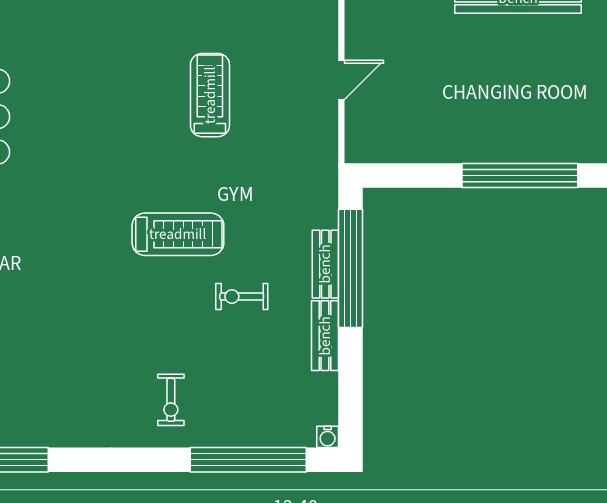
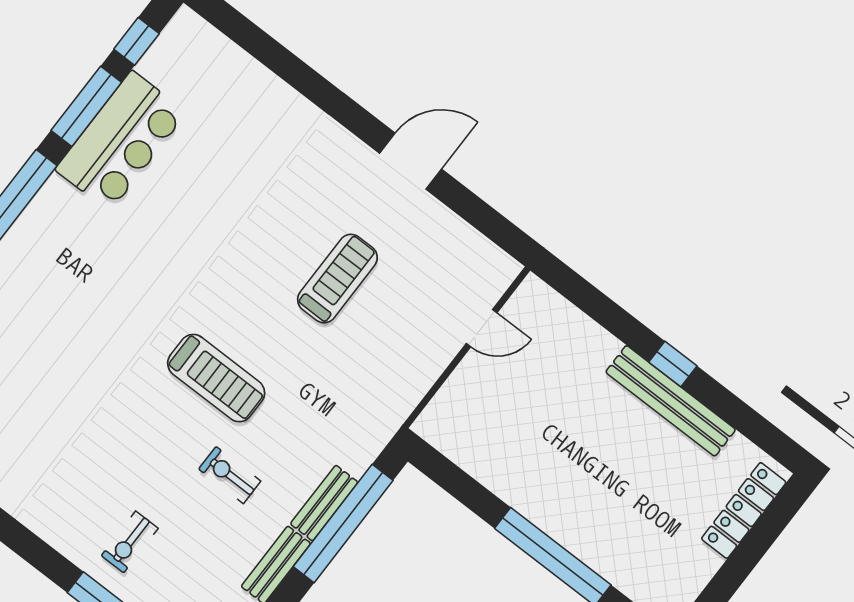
door: (341, 80) -> (482, 328), moved
exercise bike: (171, 400) -> (130, 542), moved

